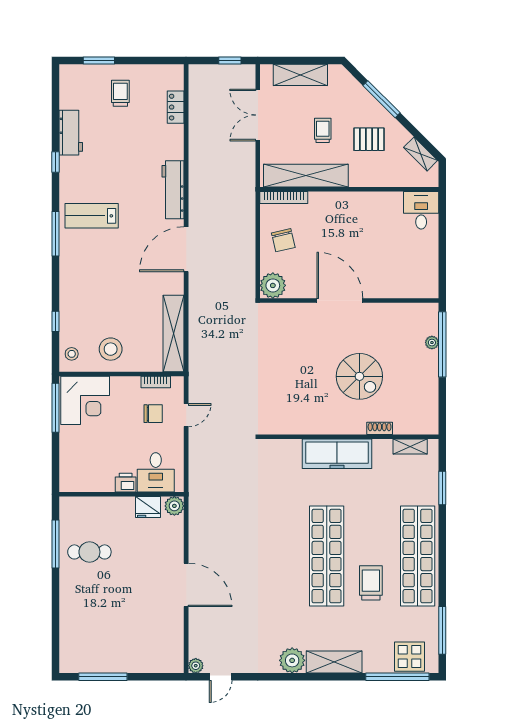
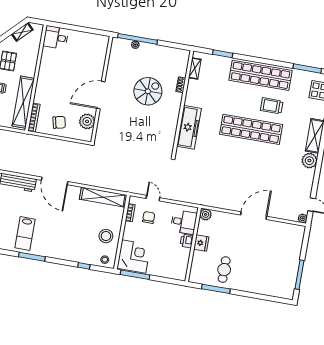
plant: (273, 285) -> (87, 121), moved
freezer: (337, 454) -> (189, 127), moved
fridge: (148, 507) -> (201, 243), moved

